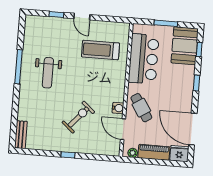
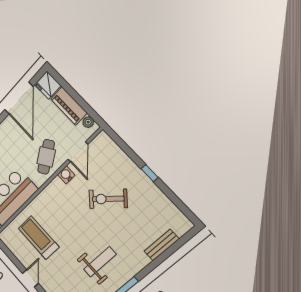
treadmill: (100, 50) -> (39, 238), turned 180
bench: (21, 135) -> (161, 245), moved

